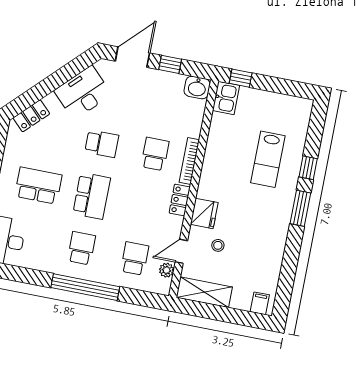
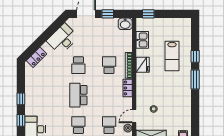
kitchen sink: (226, 98) -> (142, 40), moved
school desk: (102, 144) -> (78, 65), turned 90
school desk: (38, 186) -> (48, 95), removed
school desk: (92, 196) -> (78, 95), turned 180
fridge: (204, 213) -> (143, 65), moved

